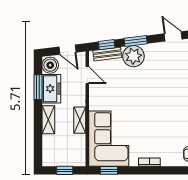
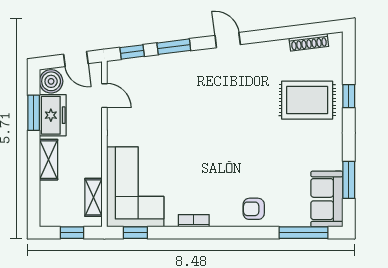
bench: (107, 54) -> (133, 65), removed
plant: (133, 56) -> (171, 68), removed
shelving: (80, 120) -> (94, 197), moved

